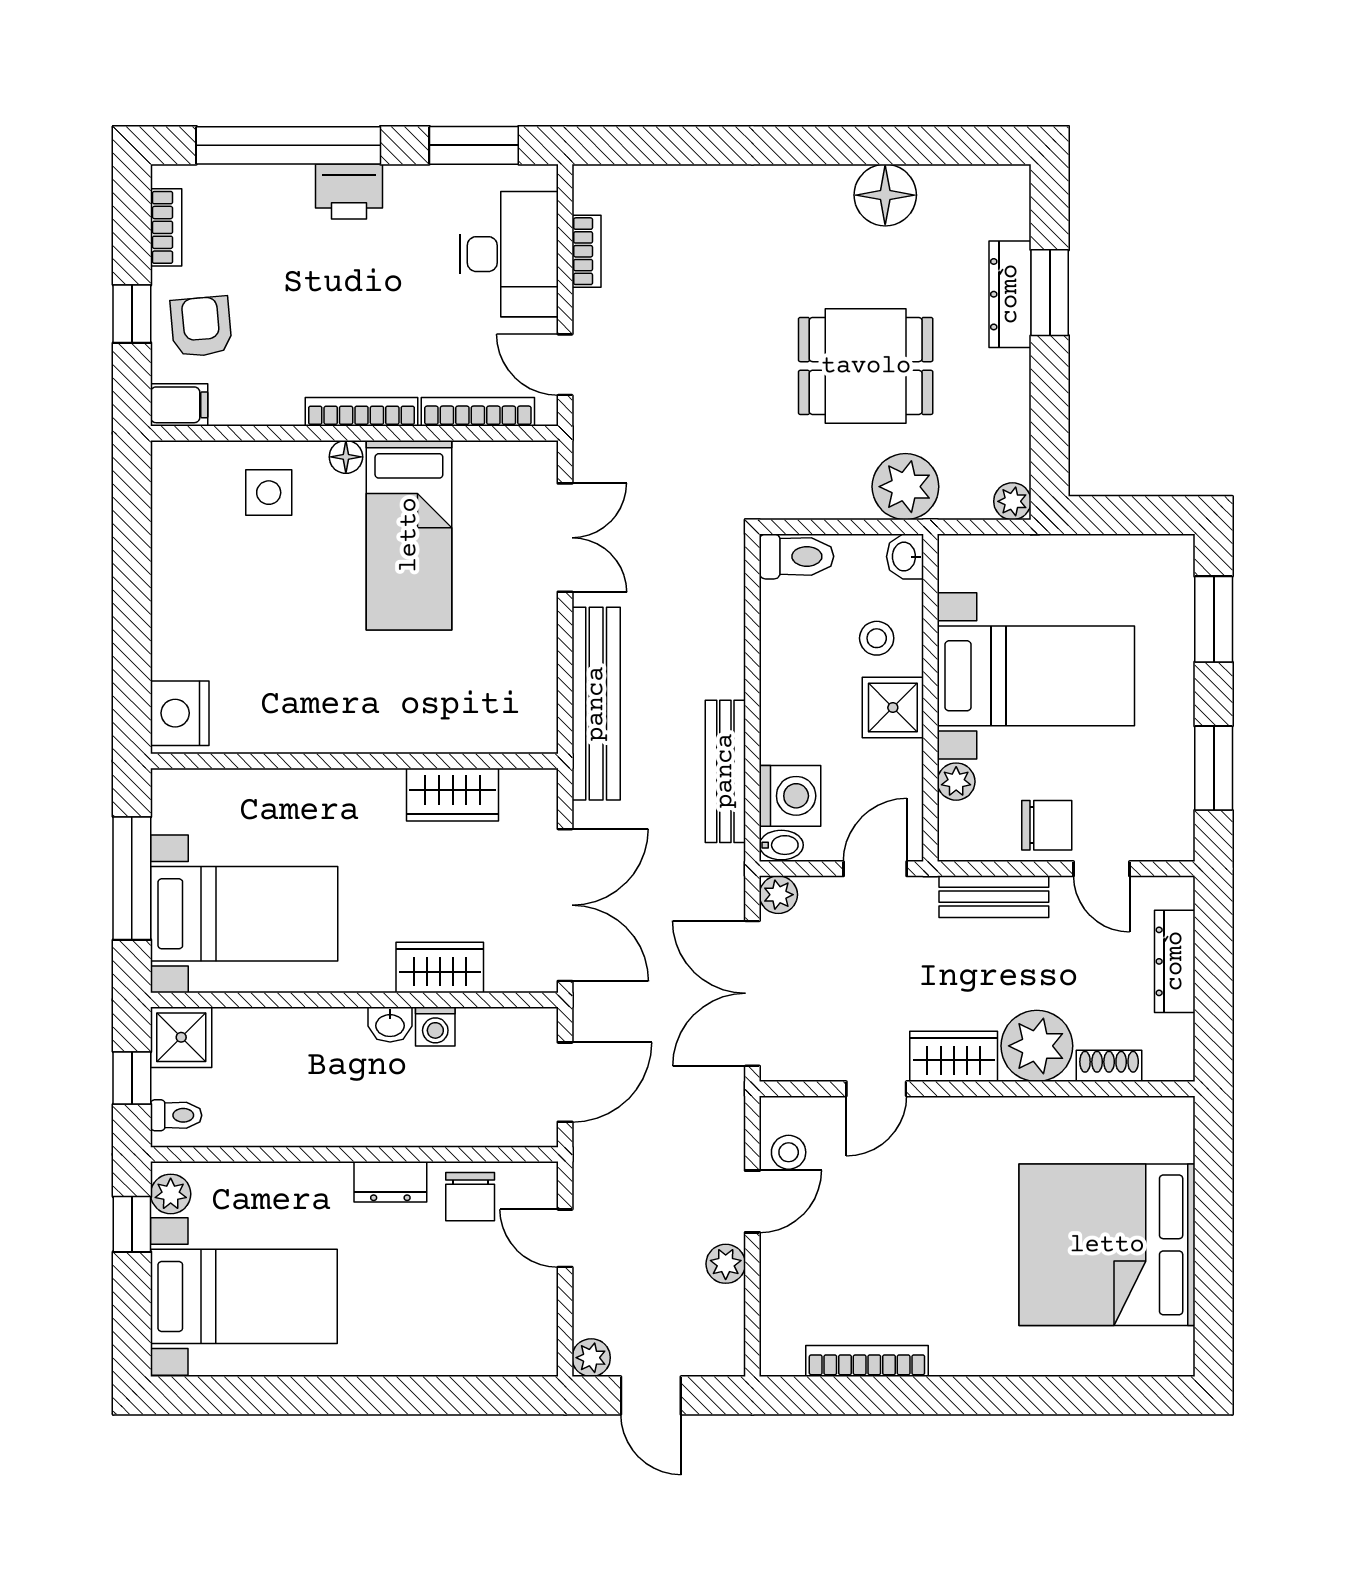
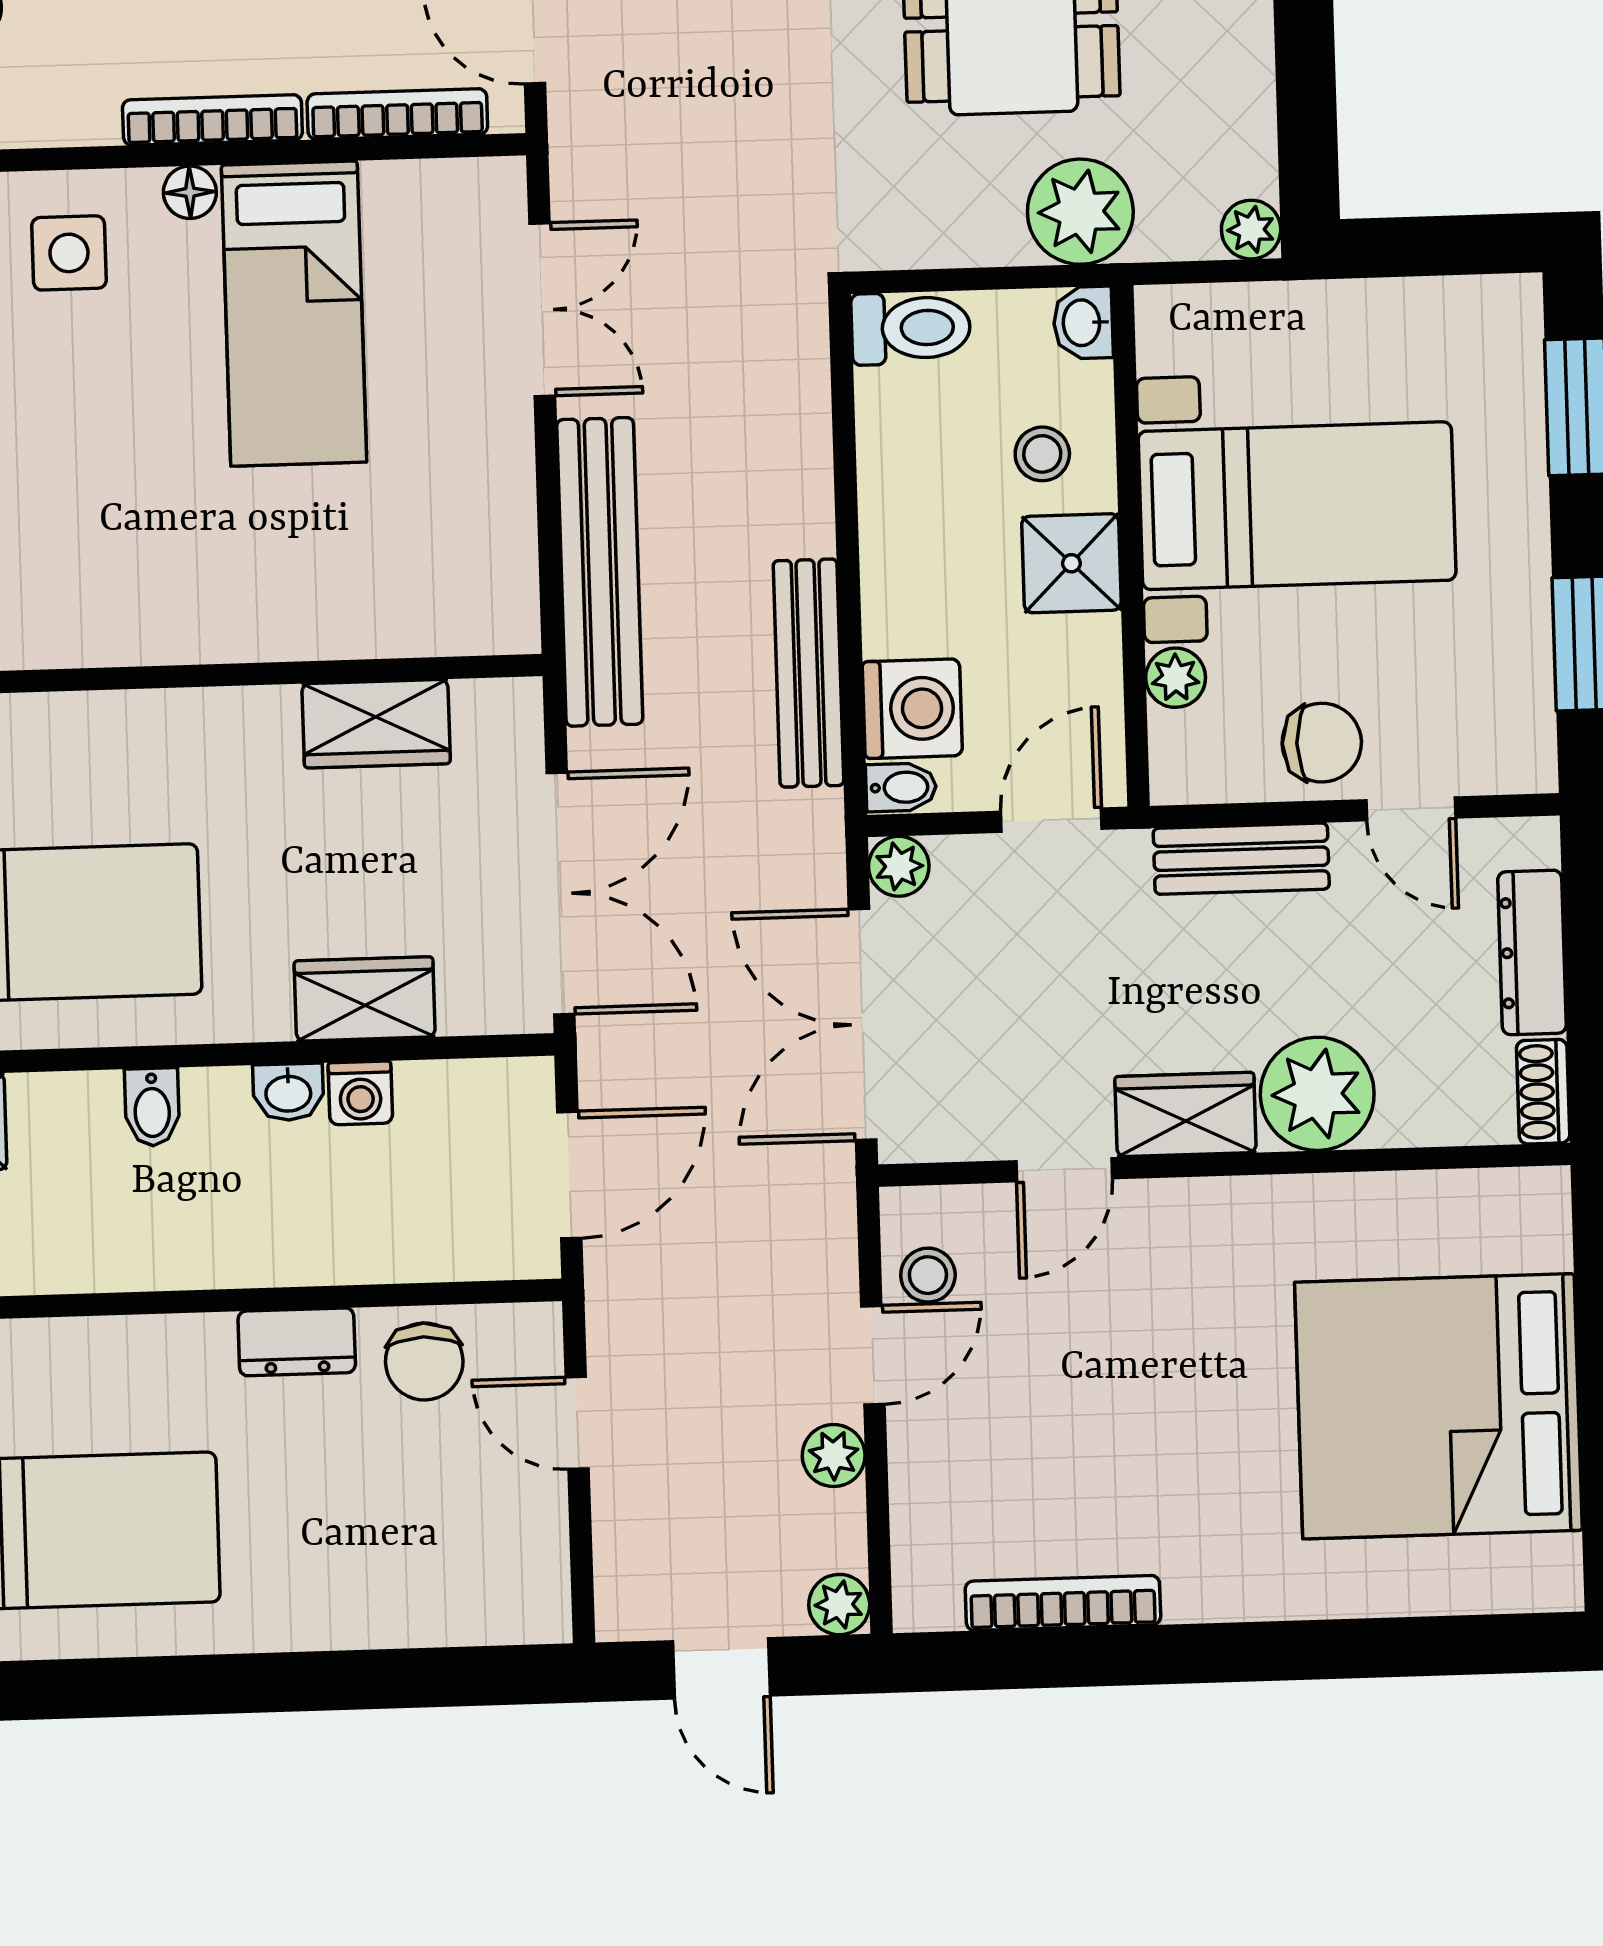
bidet: (304, 1031) -> (152, 1107), added
shoe rack: (1109, 1066) -> (1543, 1092), moved, turned -90
plant: (591, 1358) -> (839, 1605), moved

